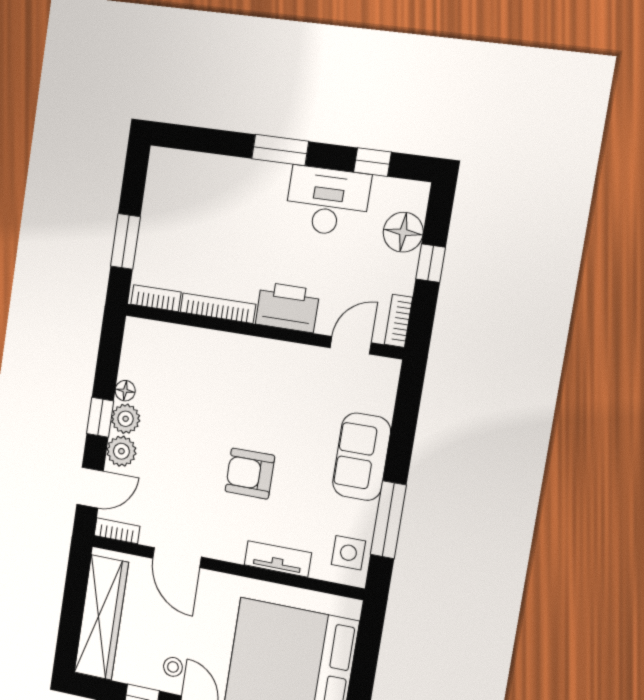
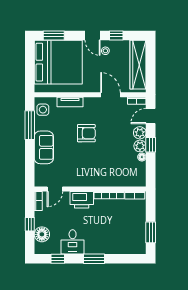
desk: (327, 201) -> (73, 242), width x0.73
window: (125, 241) -> (151, 232), moved

